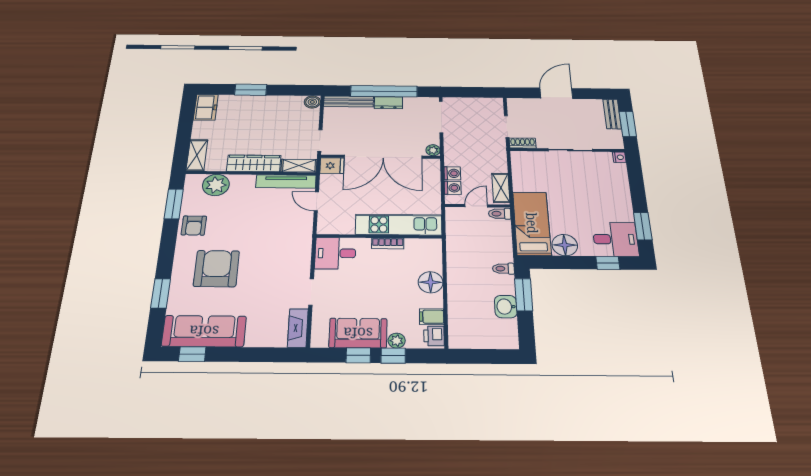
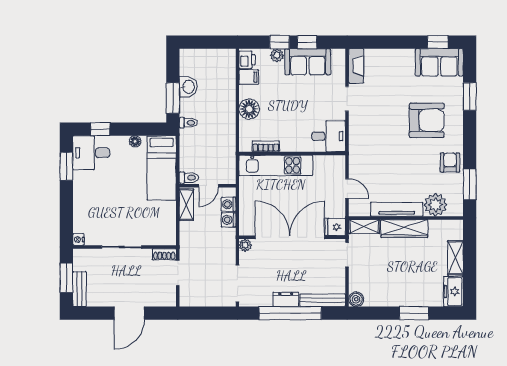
shelving: (197, 155) -> (455, 258), moved
tv unit: (286, 181) -> (397, 209), moved
bookcase: (388, 243) -> (266, 146), moved
floor lamp: (565, 245) -> (135, 141), width x0.53, depth x0.53
armchair: (216, 269) -> (427, 120), turned -90
sofa: (204, 331) -> (439, 62), width x0.73

